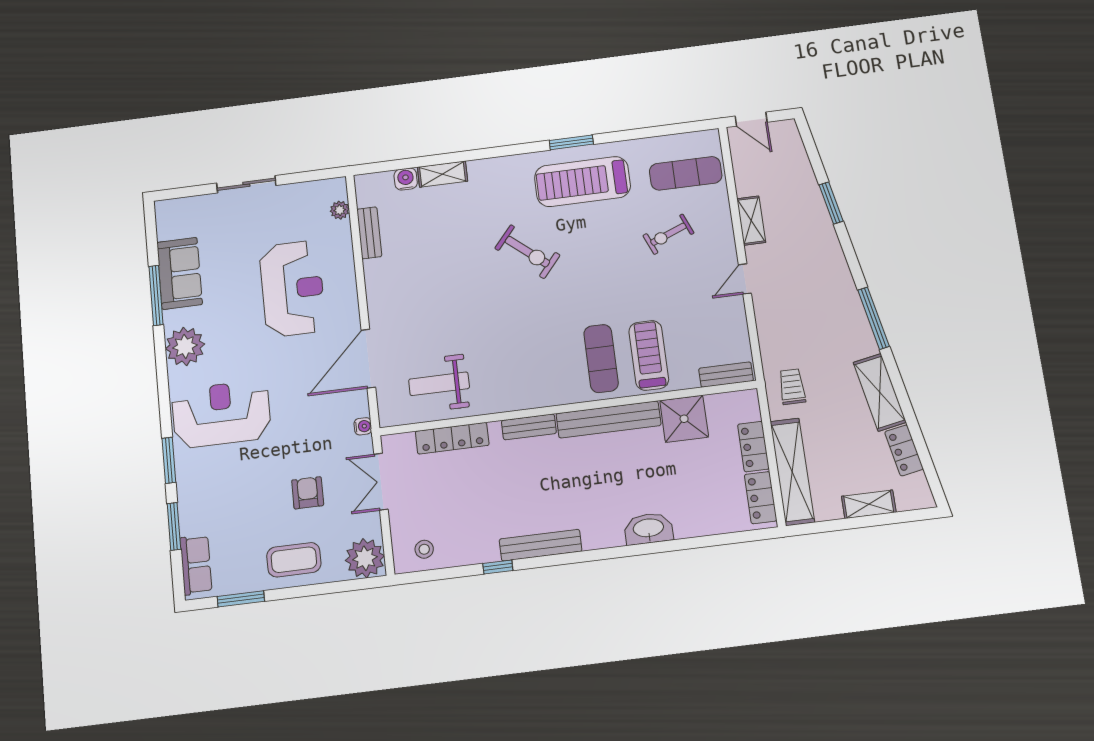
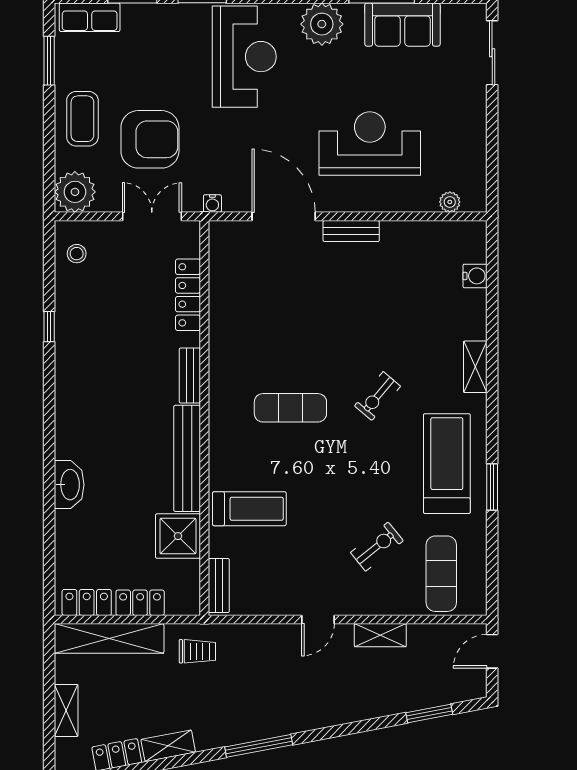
window: (571, 142) -> (492, 487), moved
shelving: (442, 174) -> (475, 367), moved
sliding door: (246, 184) -> (492, 53), moved
window: (831, 203) -> (429, 713), moved
bench: (369, 233) -> (351, 231), moved
exercise bike: (668, 234) -> (377, 547), turned 73
exercise bike: (527, 252) -> (378, 396), width x0.73, depth x0.72
door: (745, 279) -> (318, 620), swing flipped
reception desk: (292, 289) -> (370, 144), turned 180
exercise mat: (601, 358) -> (290, 408), moved
weight bench: (439, 384) -> (247, 287), removed
shelving: (880, 392) -> (168, 746), width x0.67, depth x0.75
armchair: (308, 493) -> (150, 139), width x1.88, depth x1.88
bench: (541, 545) -> (66, 373), removed

